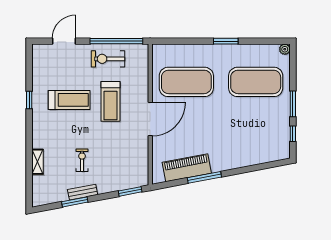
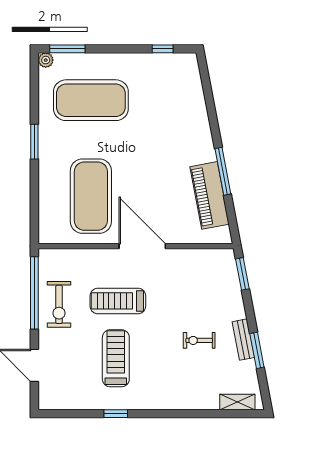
exercise mat: (256, 82) -> (91, 100), turned 90
treadmill: (111, 101) -> (118, 301), turned 180
window: (293, 104) -> (67, 49), moved
shelving: (38, 162) -> (237, 402), moved

